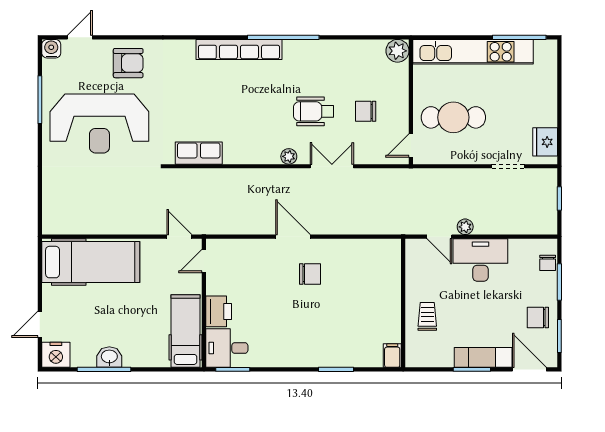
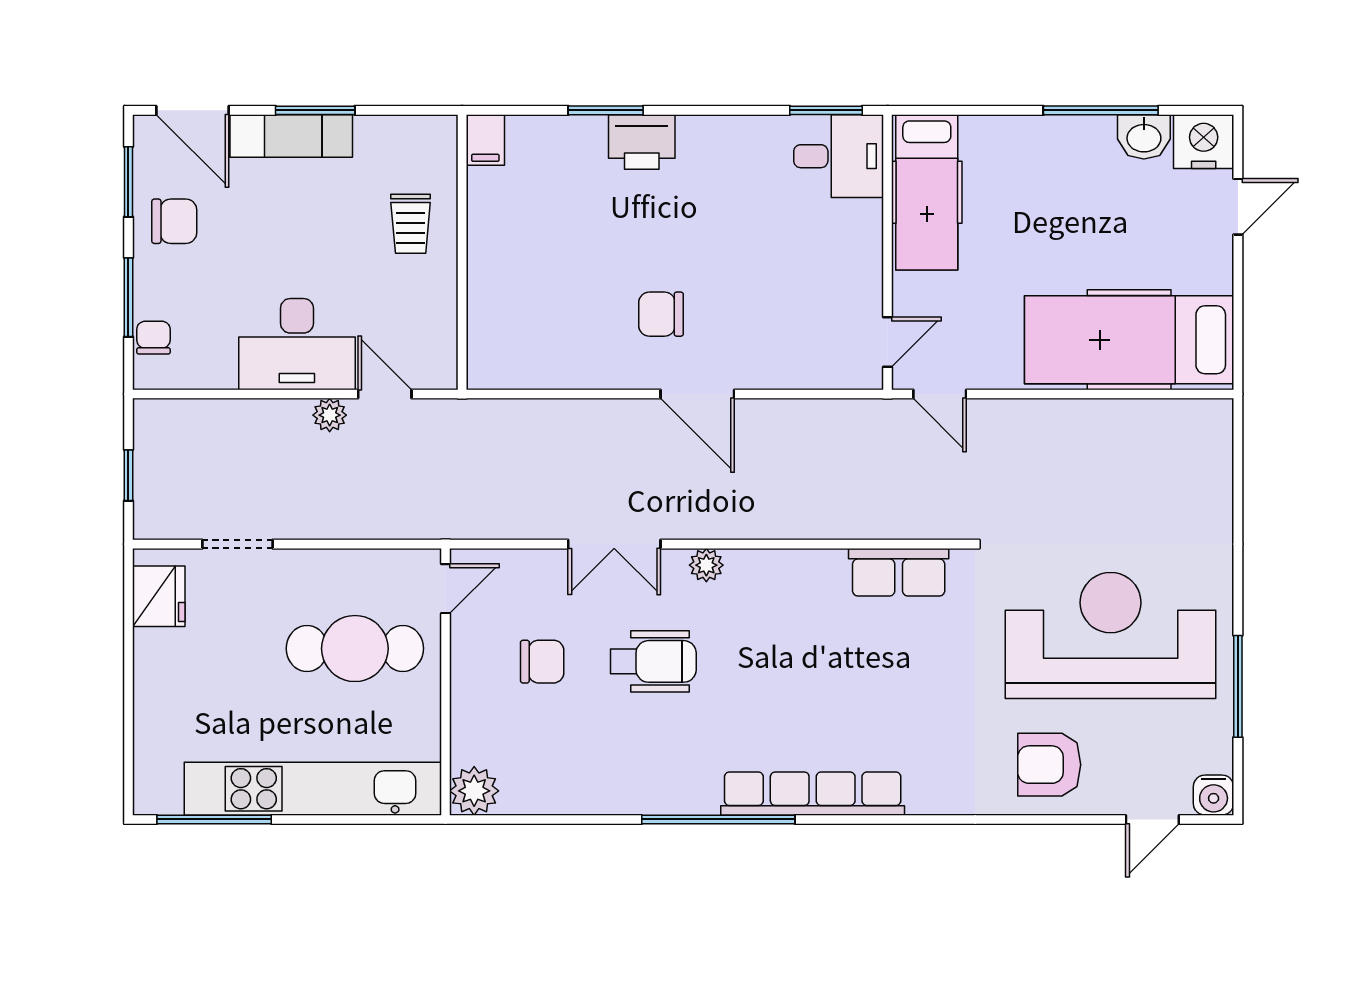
printer: (219, 311) -> (642, 142), moved, turned -90
washbasin: (109, 357) -> (1144, 137), moved

